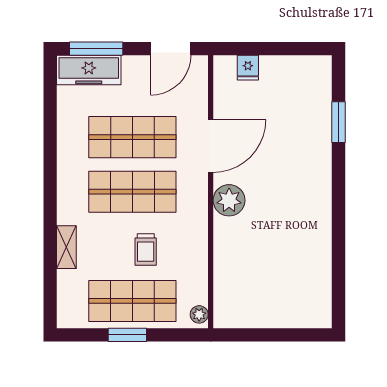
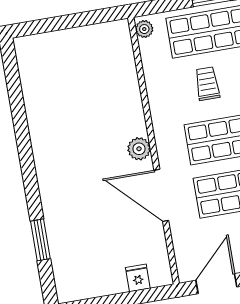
door: (211, 146) -> (161, 195), hinge flipped
plant: (229, 200) -> (139, 149), width x0.73, depth x0.73

